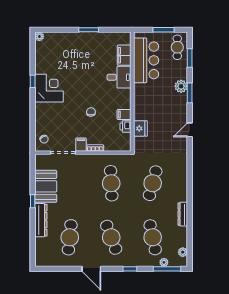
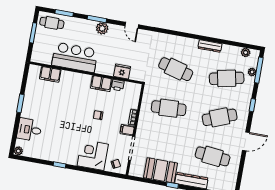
bar counter: (146, 60) -> (75, 57), moved
desk: (119, 77) -> (29, 130), moved, turned -90
plant: (181, 86) -> (102, 28), moved
corner desk: (49, 88) -> (93, 155), moved
filing cabinet: (124, 114) -> (101, 84), width x2.00

